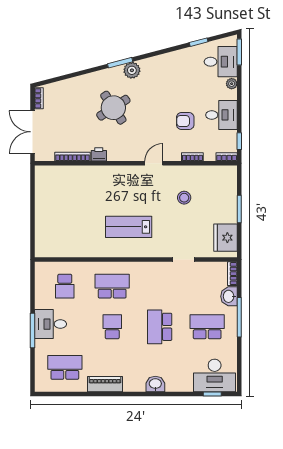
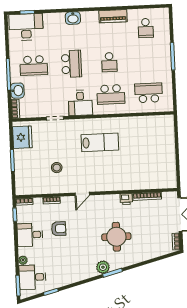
round table: (113, 108) -> (116, 237), turned 33
school desk: (65, 286) -> (149, 93), width x1.85
desk: (51, 324) -> (80, 103), moved, turned 90
school desk: (65, 367) -> (146, 28), width x0.54

